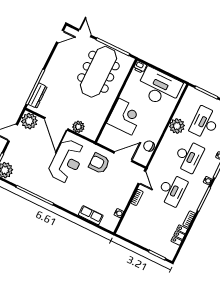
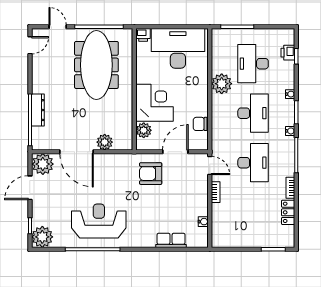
dresser: (38, 96) -> (38, 110), moved
plant: (109, 132) -> (144, 130), added
reception desk: (67, 161) -> (99, 221), moved, turned -90

